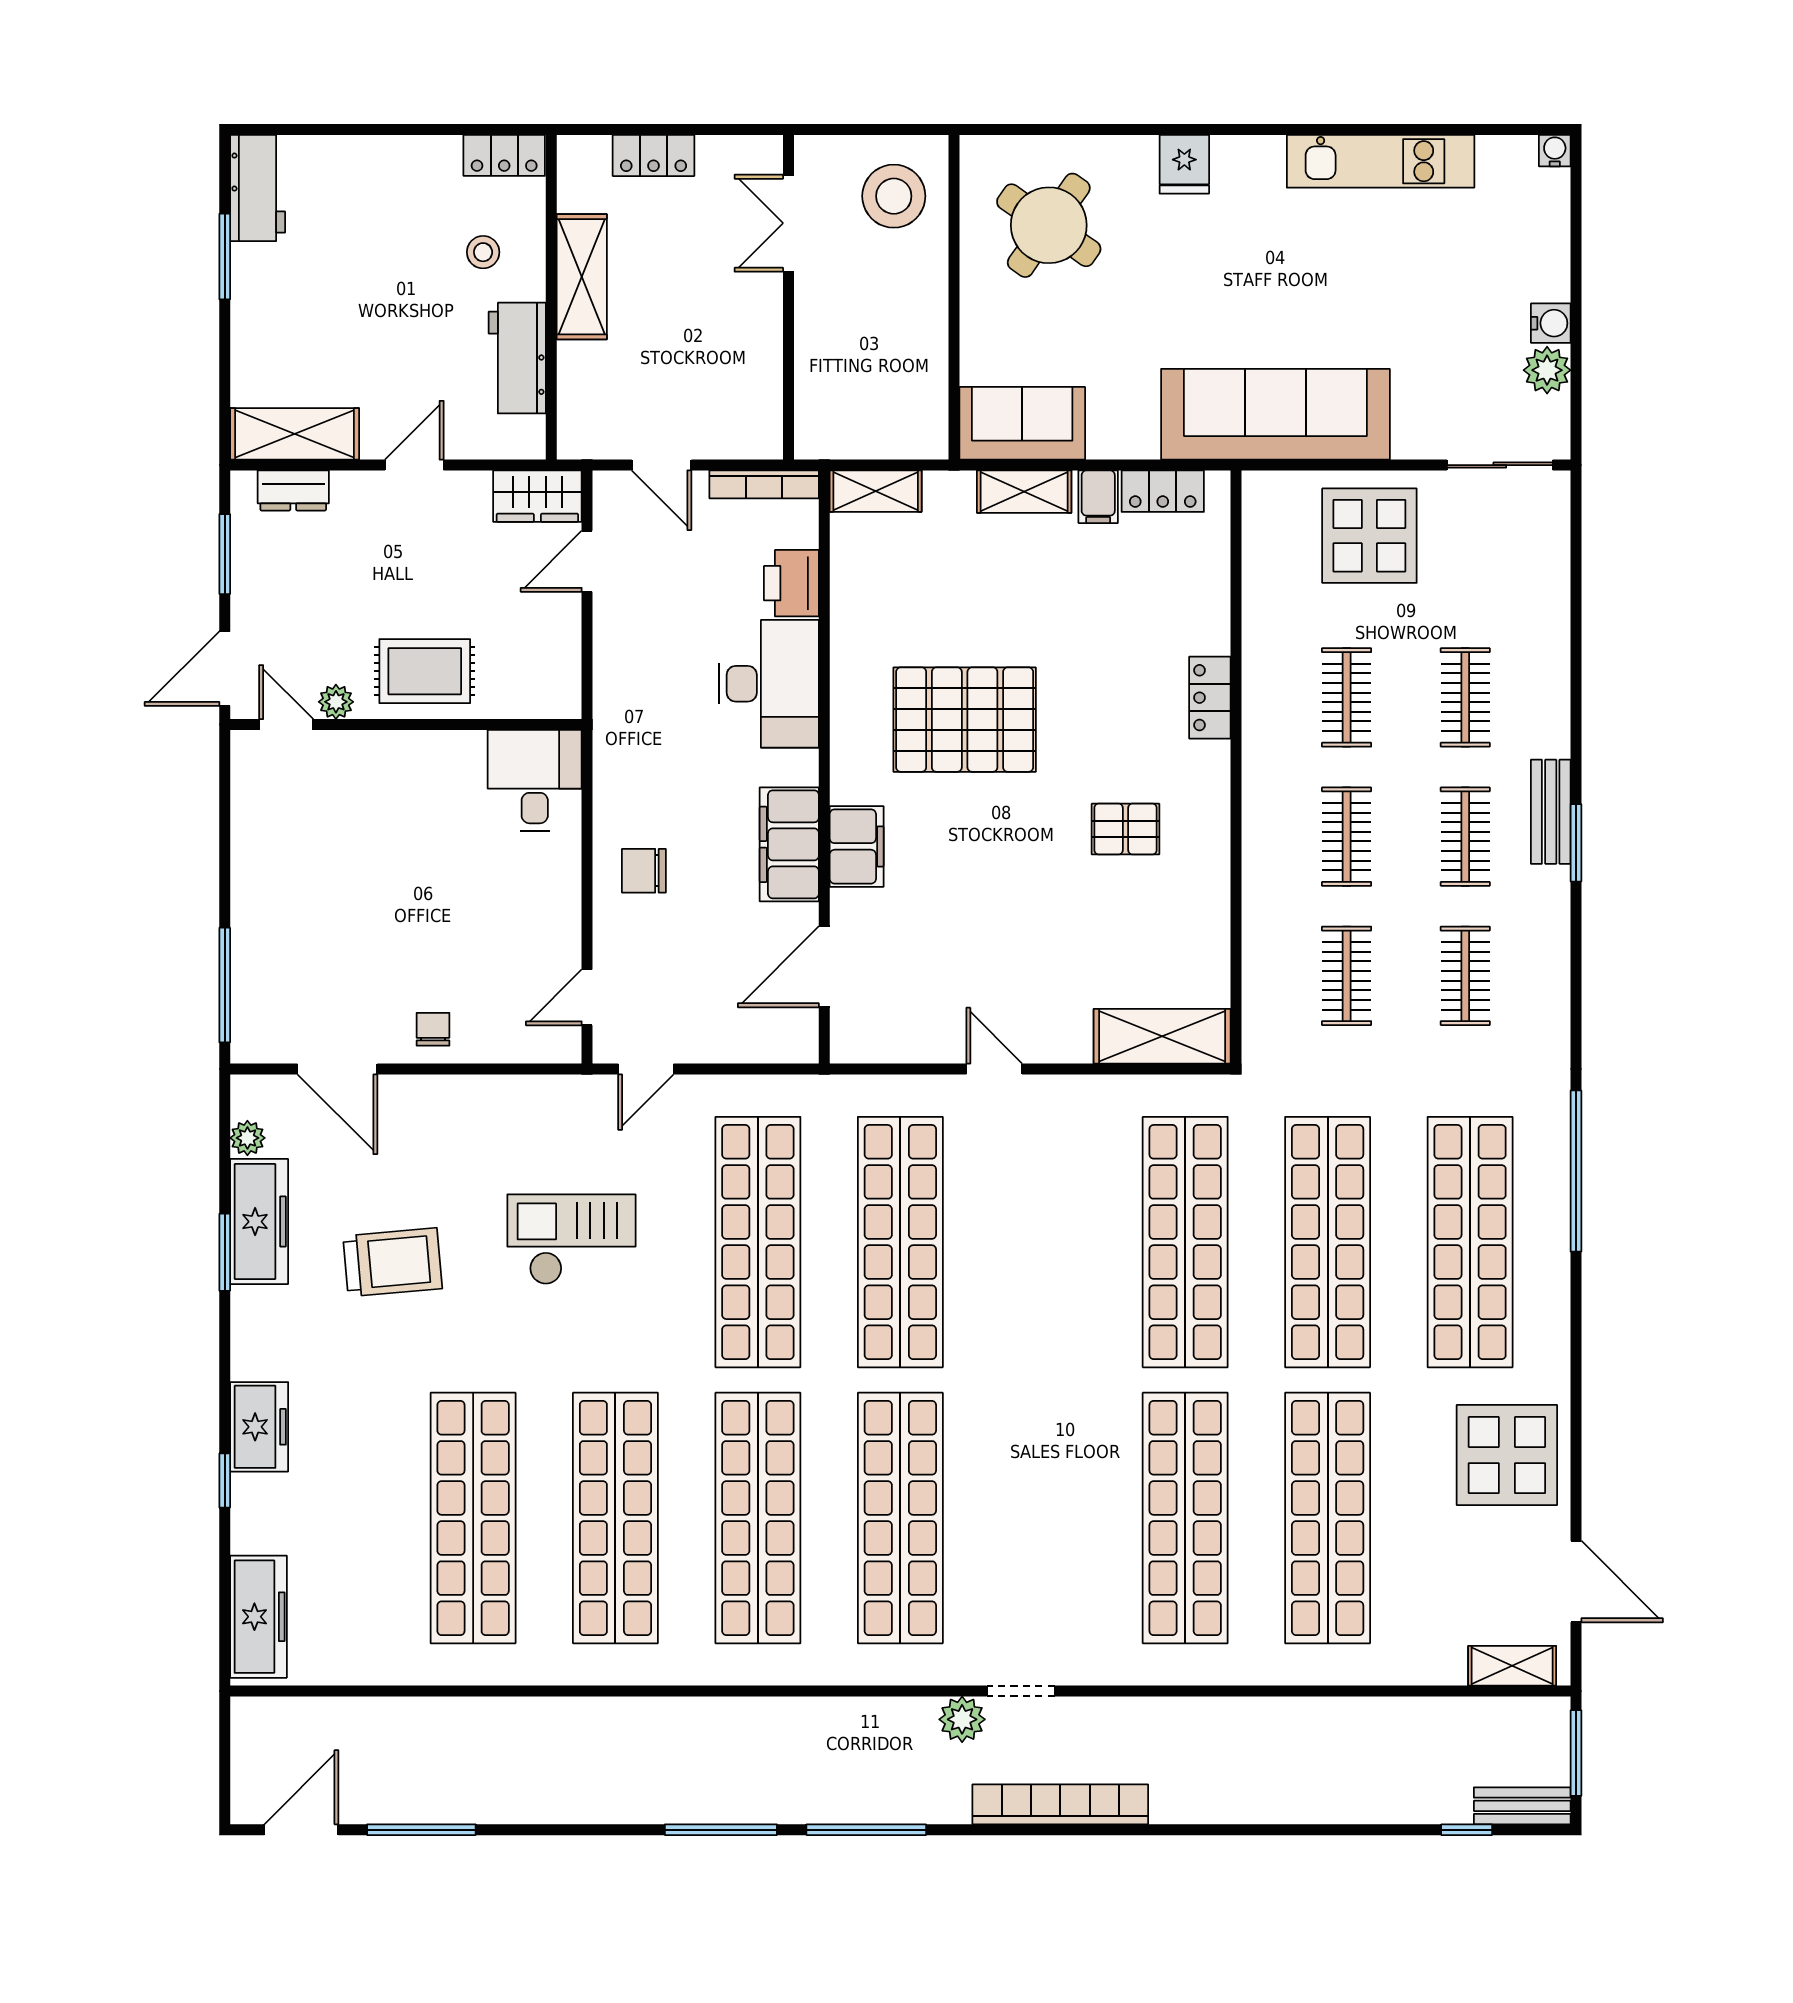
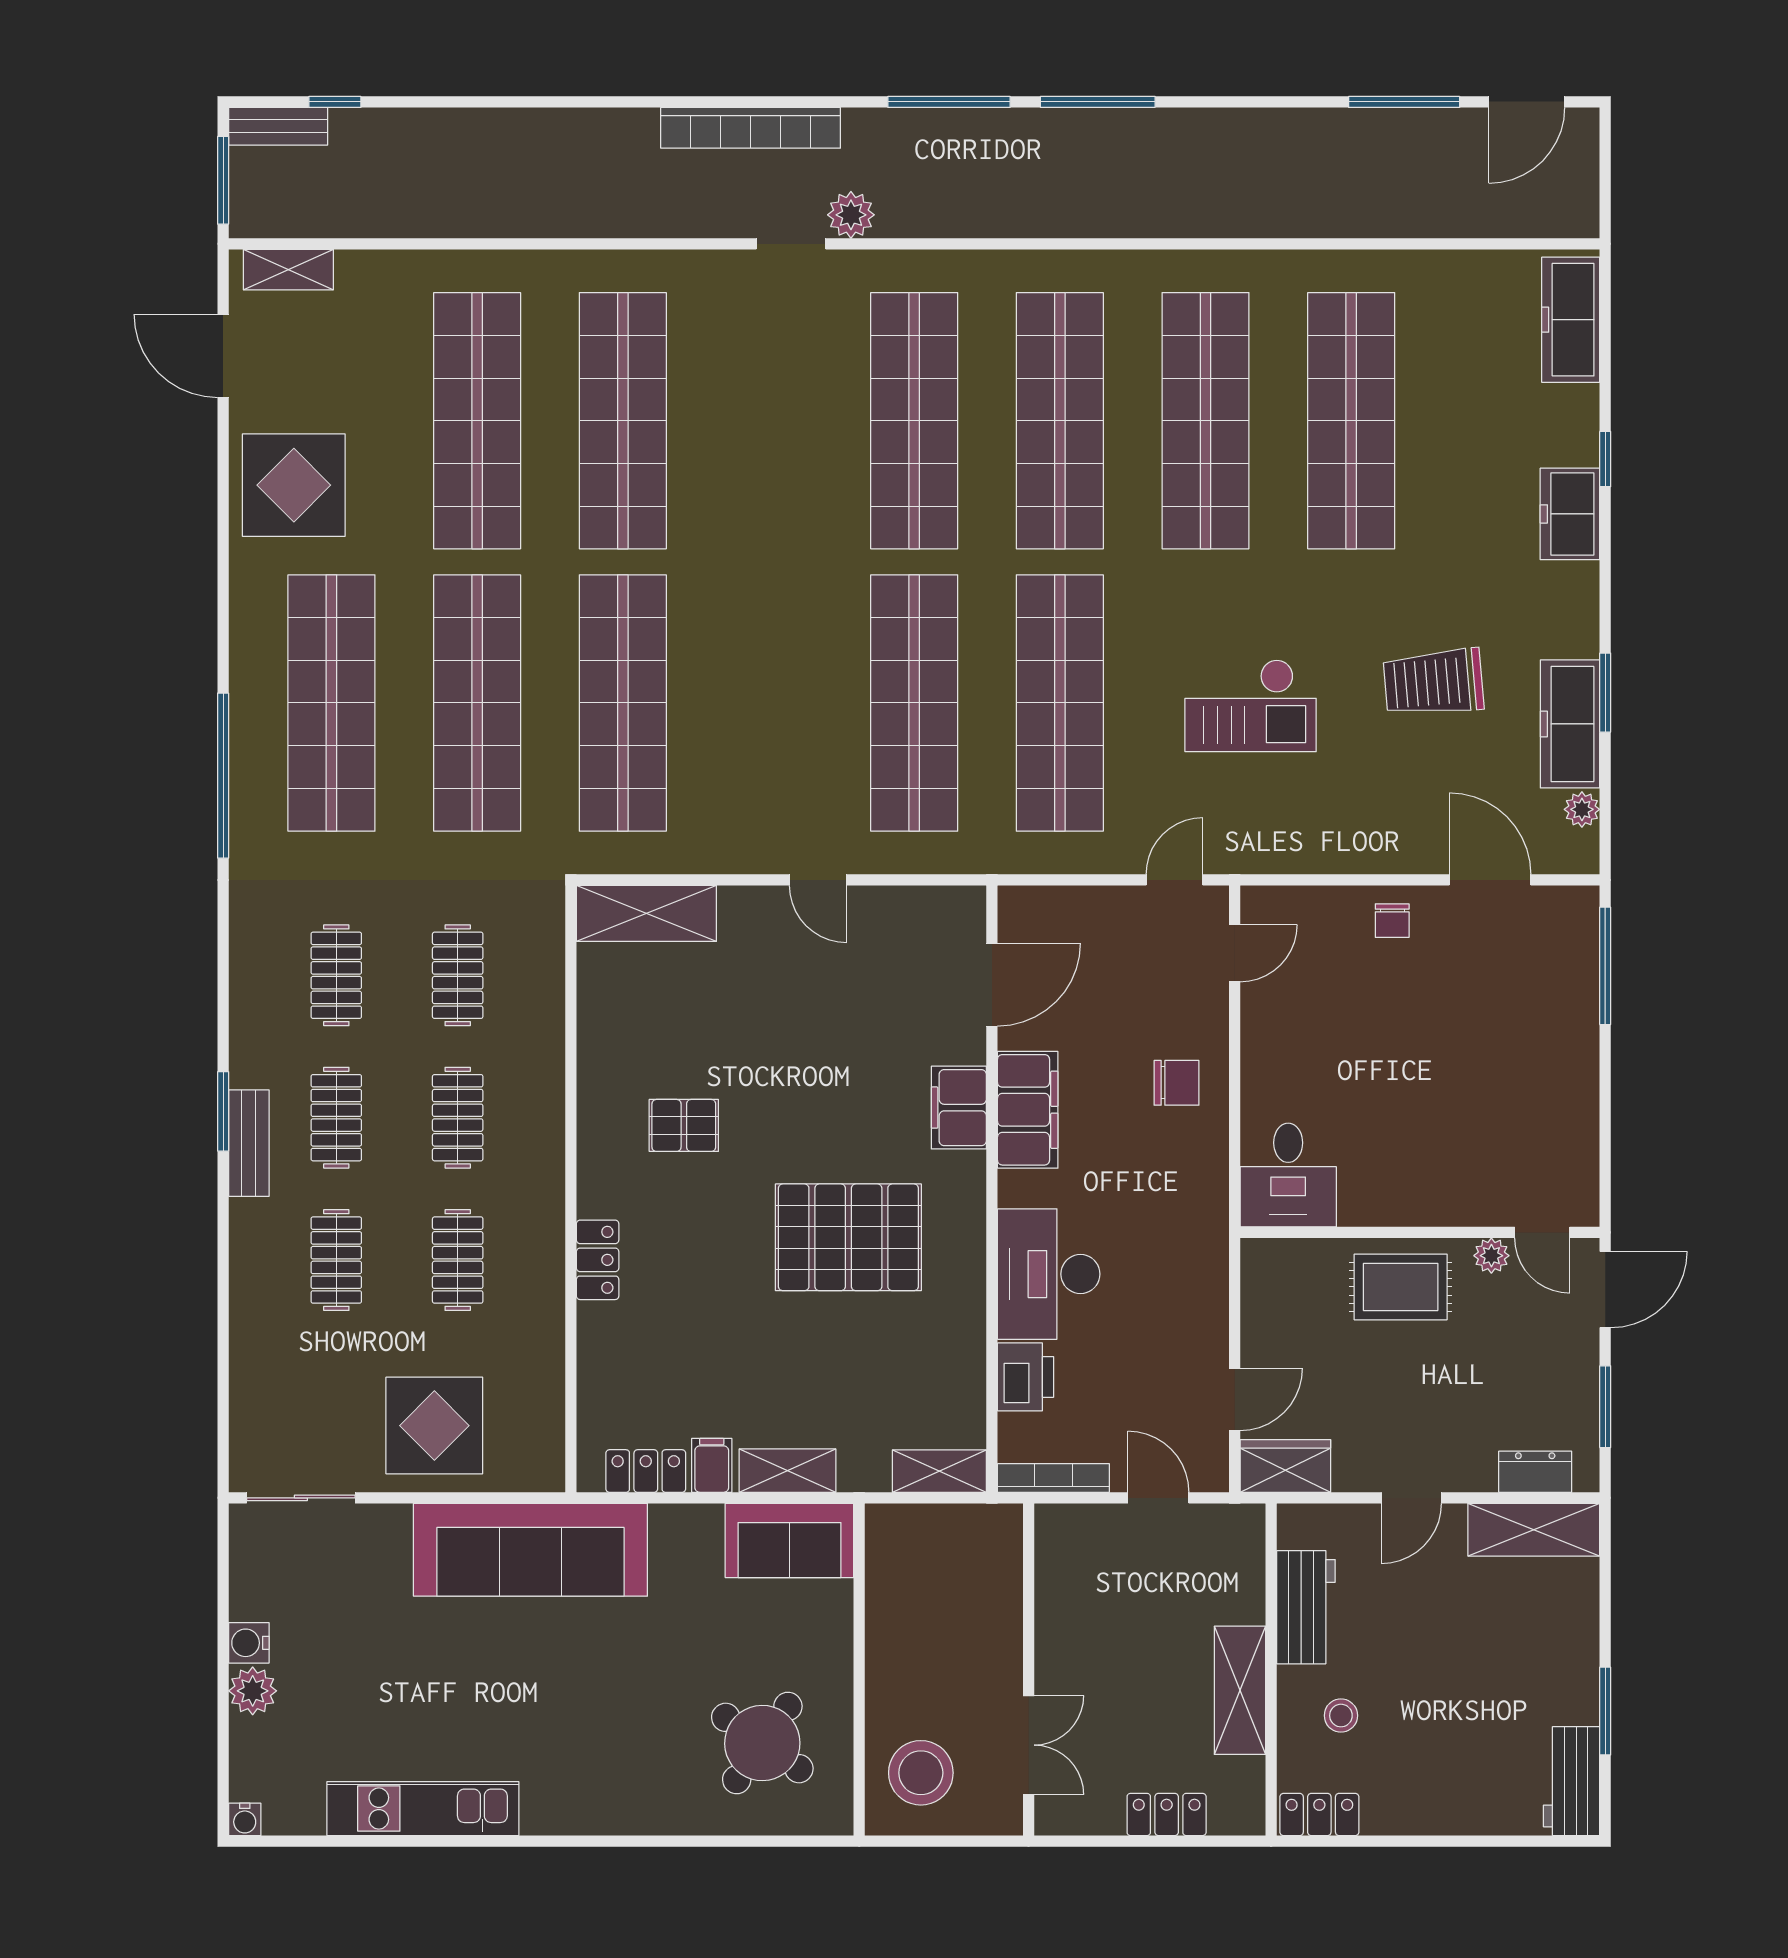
fridge: (1184, 164) -> (624, 1805), removed
plant: (1547, 370) -> (253, 1691), moved

